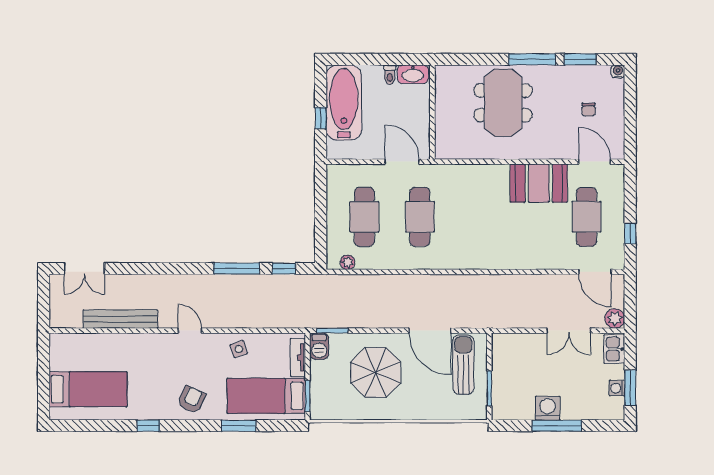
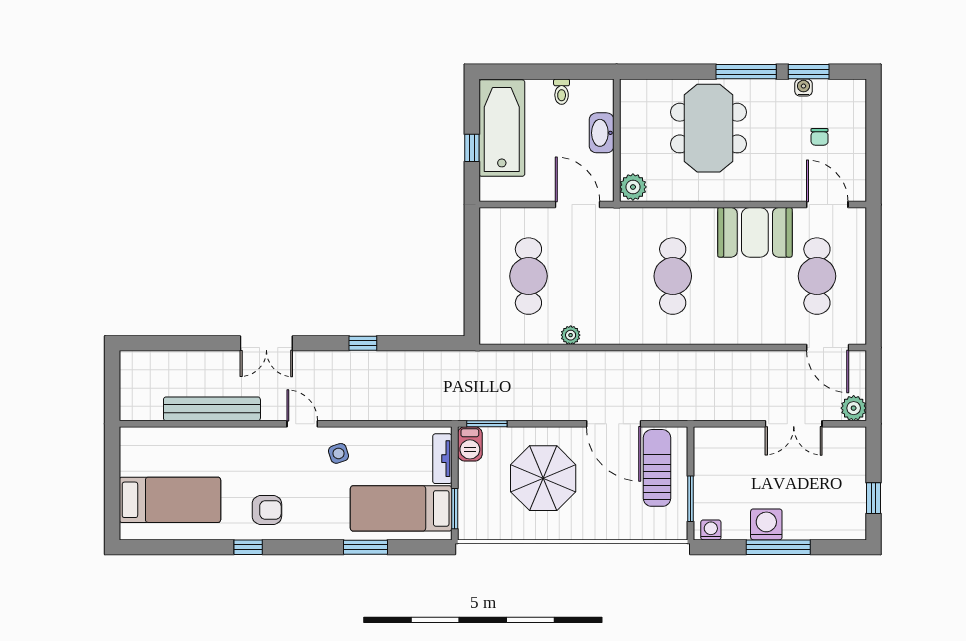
water cooler: (618, 71) -> (803, 87), moved
washbasin: (413, 74) -> (602, 133), moved, turned 90
plant: (445, 148) -> (633, 187), added
cafe table: (420, 217) -> (673, 276), moved
window: (630, 234) -> (874, 298), removed
plant: (348, 262) -> (571, 335), moved
double door: (84, 269) -> (266, 343), moved
window: (237, 269) -> (363, 343), width x0.46
window: (284, 269) -> (424, 343), removed
side table: (239, 349) -> (339, 453), moved
kitchen sink: (614, 349) -> (853, 448), removed
washing machine: (617, 388) -> (711, 530), moved, turned 90
window: (630, 388) -> (874, 498), width x0.67
armchair: (192, 400) -> (267, 510), moved, turned 65

